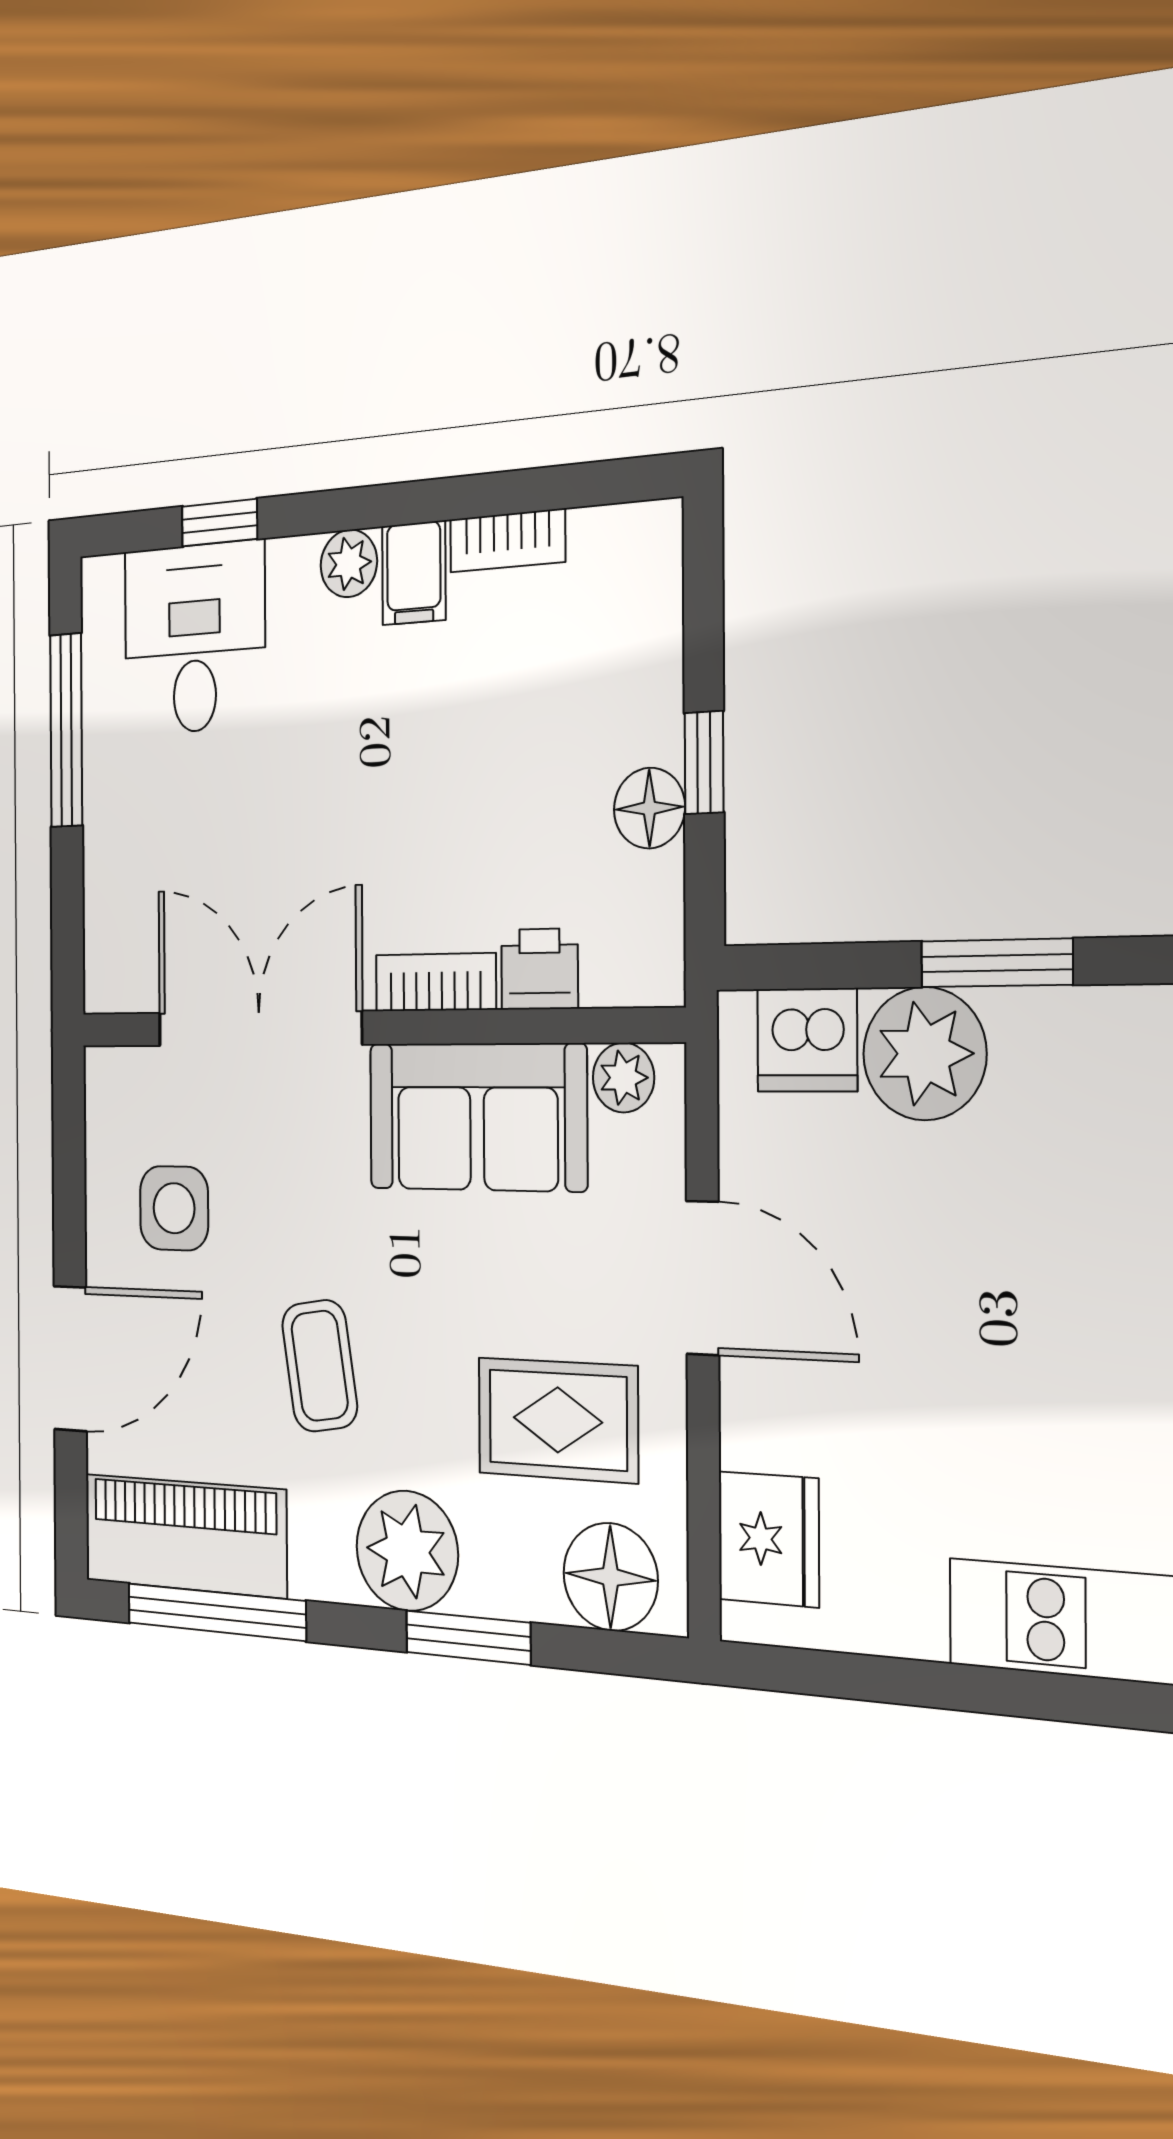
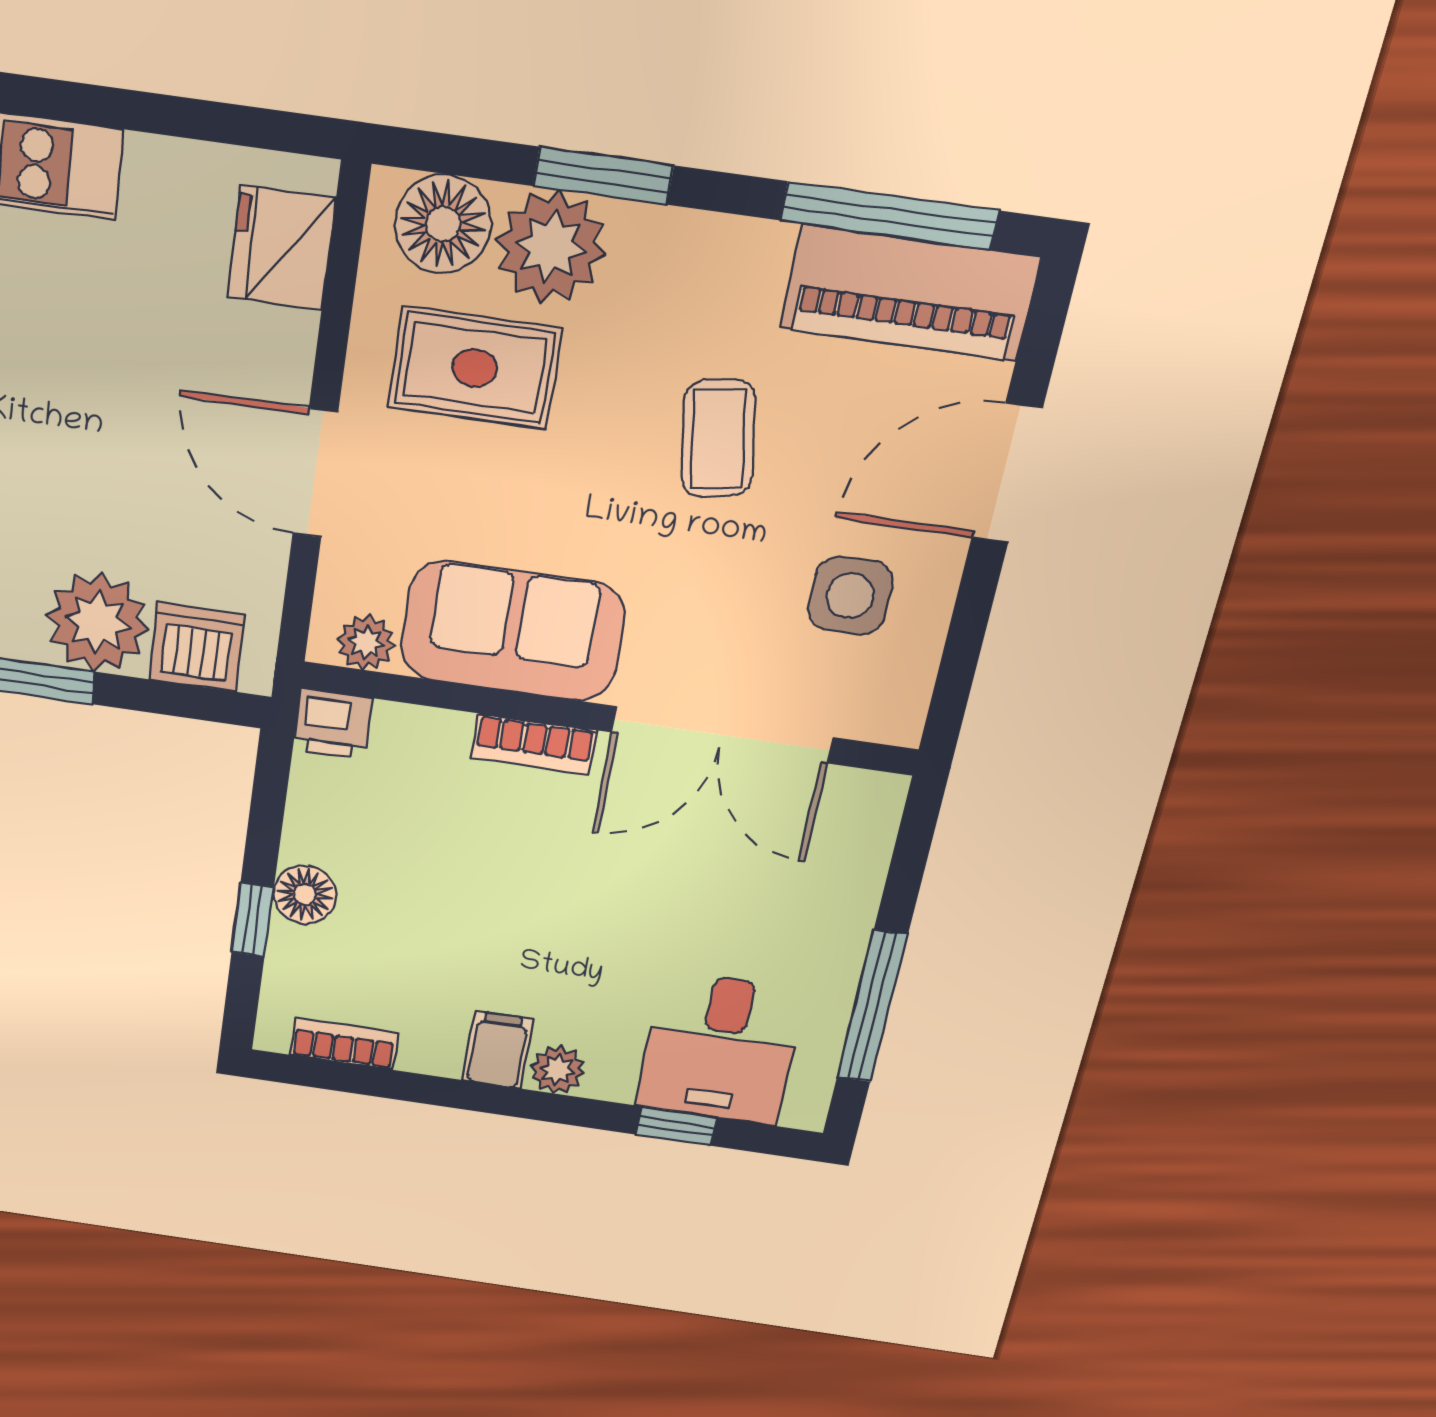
bookcase: (508, 541) -> (344, 1044), moved
window: (704, 763) -> (253, 920), moved
floor lamp: (649, 808) -> (305, 895), moved
printer: (540, 969) -> (333, 724), moved
plant: (407, 1551) -> (551, 247), moved

